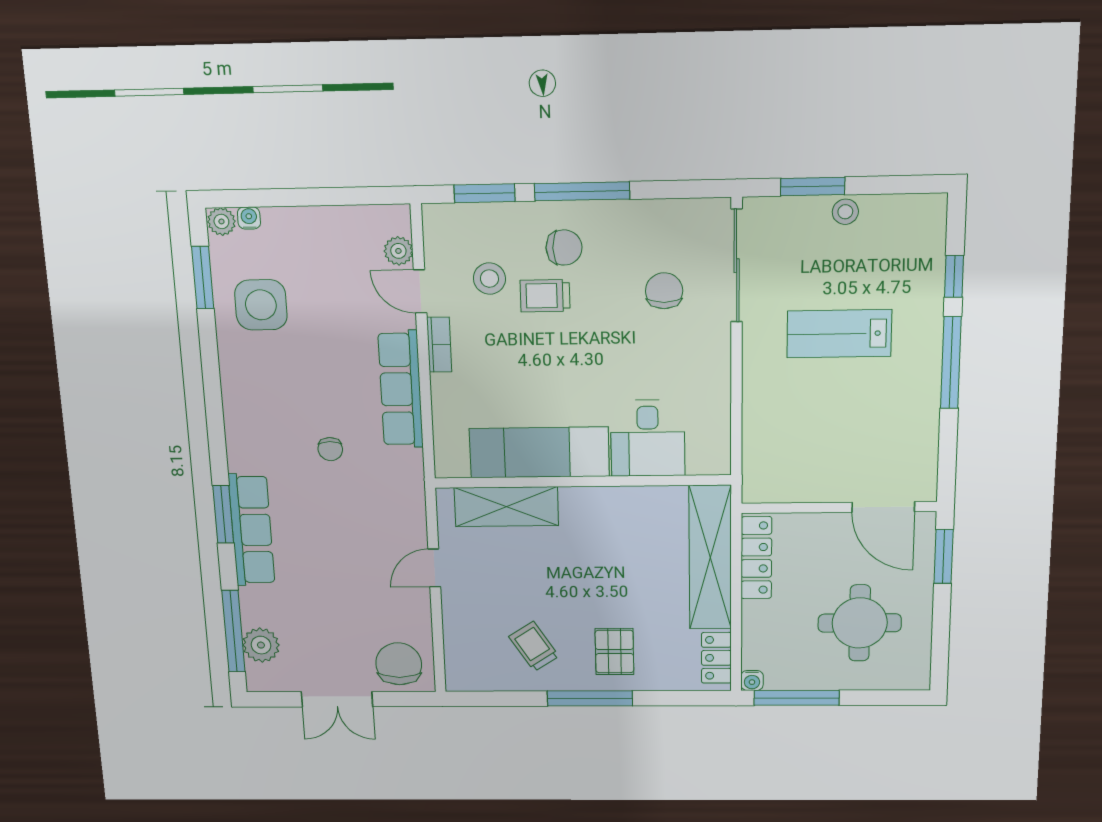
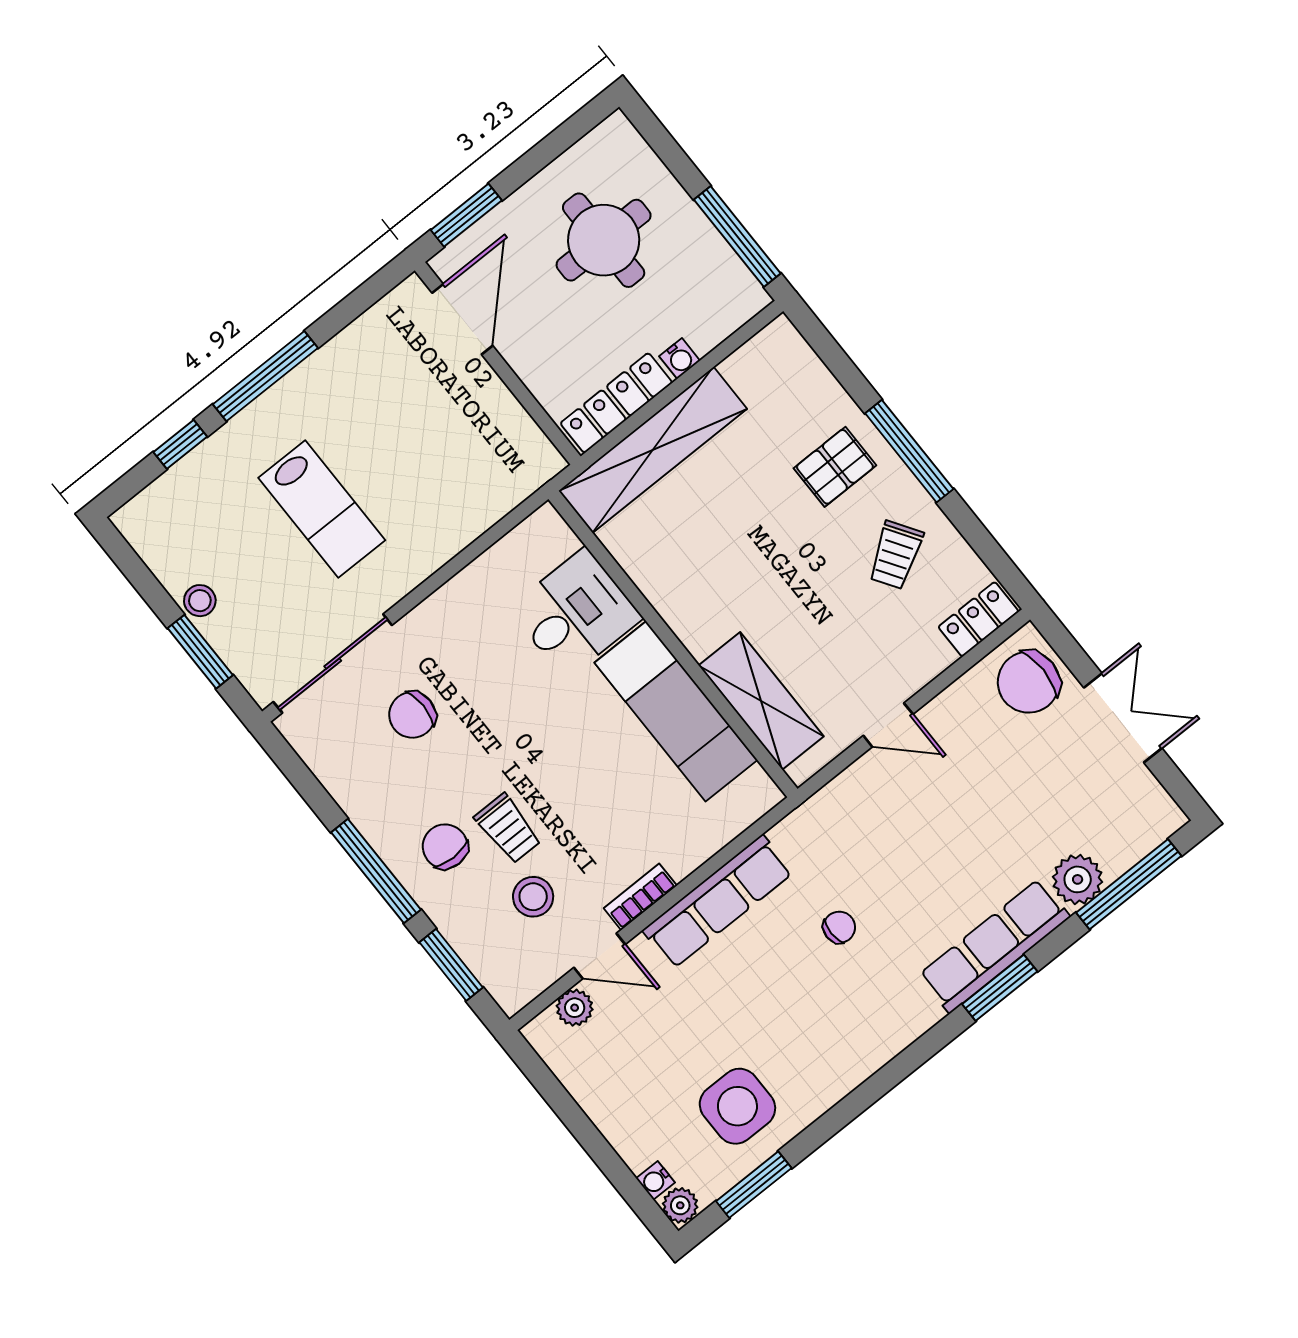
door: (420, 291) -> (600, 956), hinge flipped
plant: (261, 645) -> (1078, 879), moved
locker: (716, 658) -> (978, 619), moved, turned 180
water cooler: (752, 680) -> (680, 358), moved, turned 90

